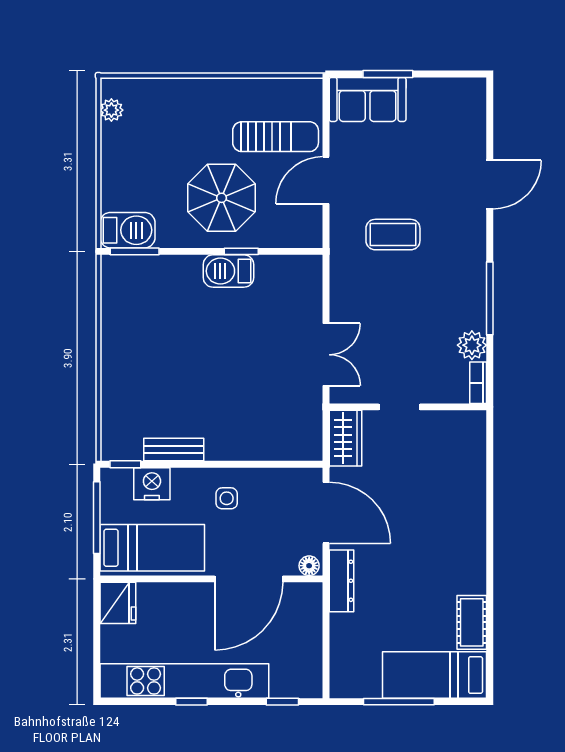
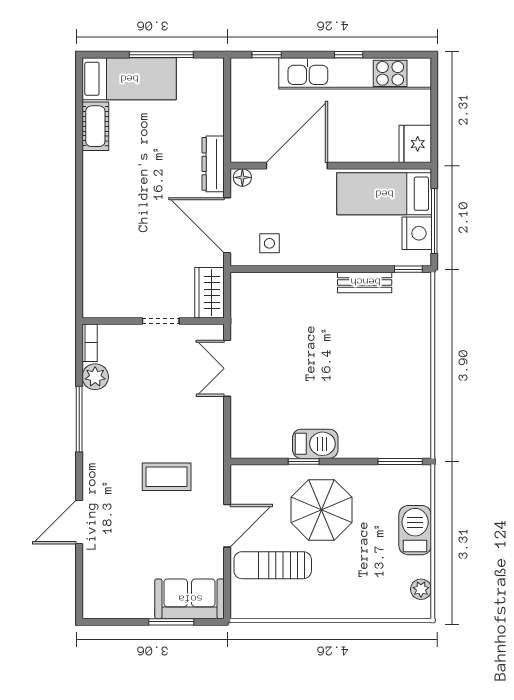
barbecue: (127, 230) -> (415, 530), moved, turned 90
nightstand: (152, 484) -> (417, 233), moved, turned -90
side table: (227, 498) -> (269, 243), moved

